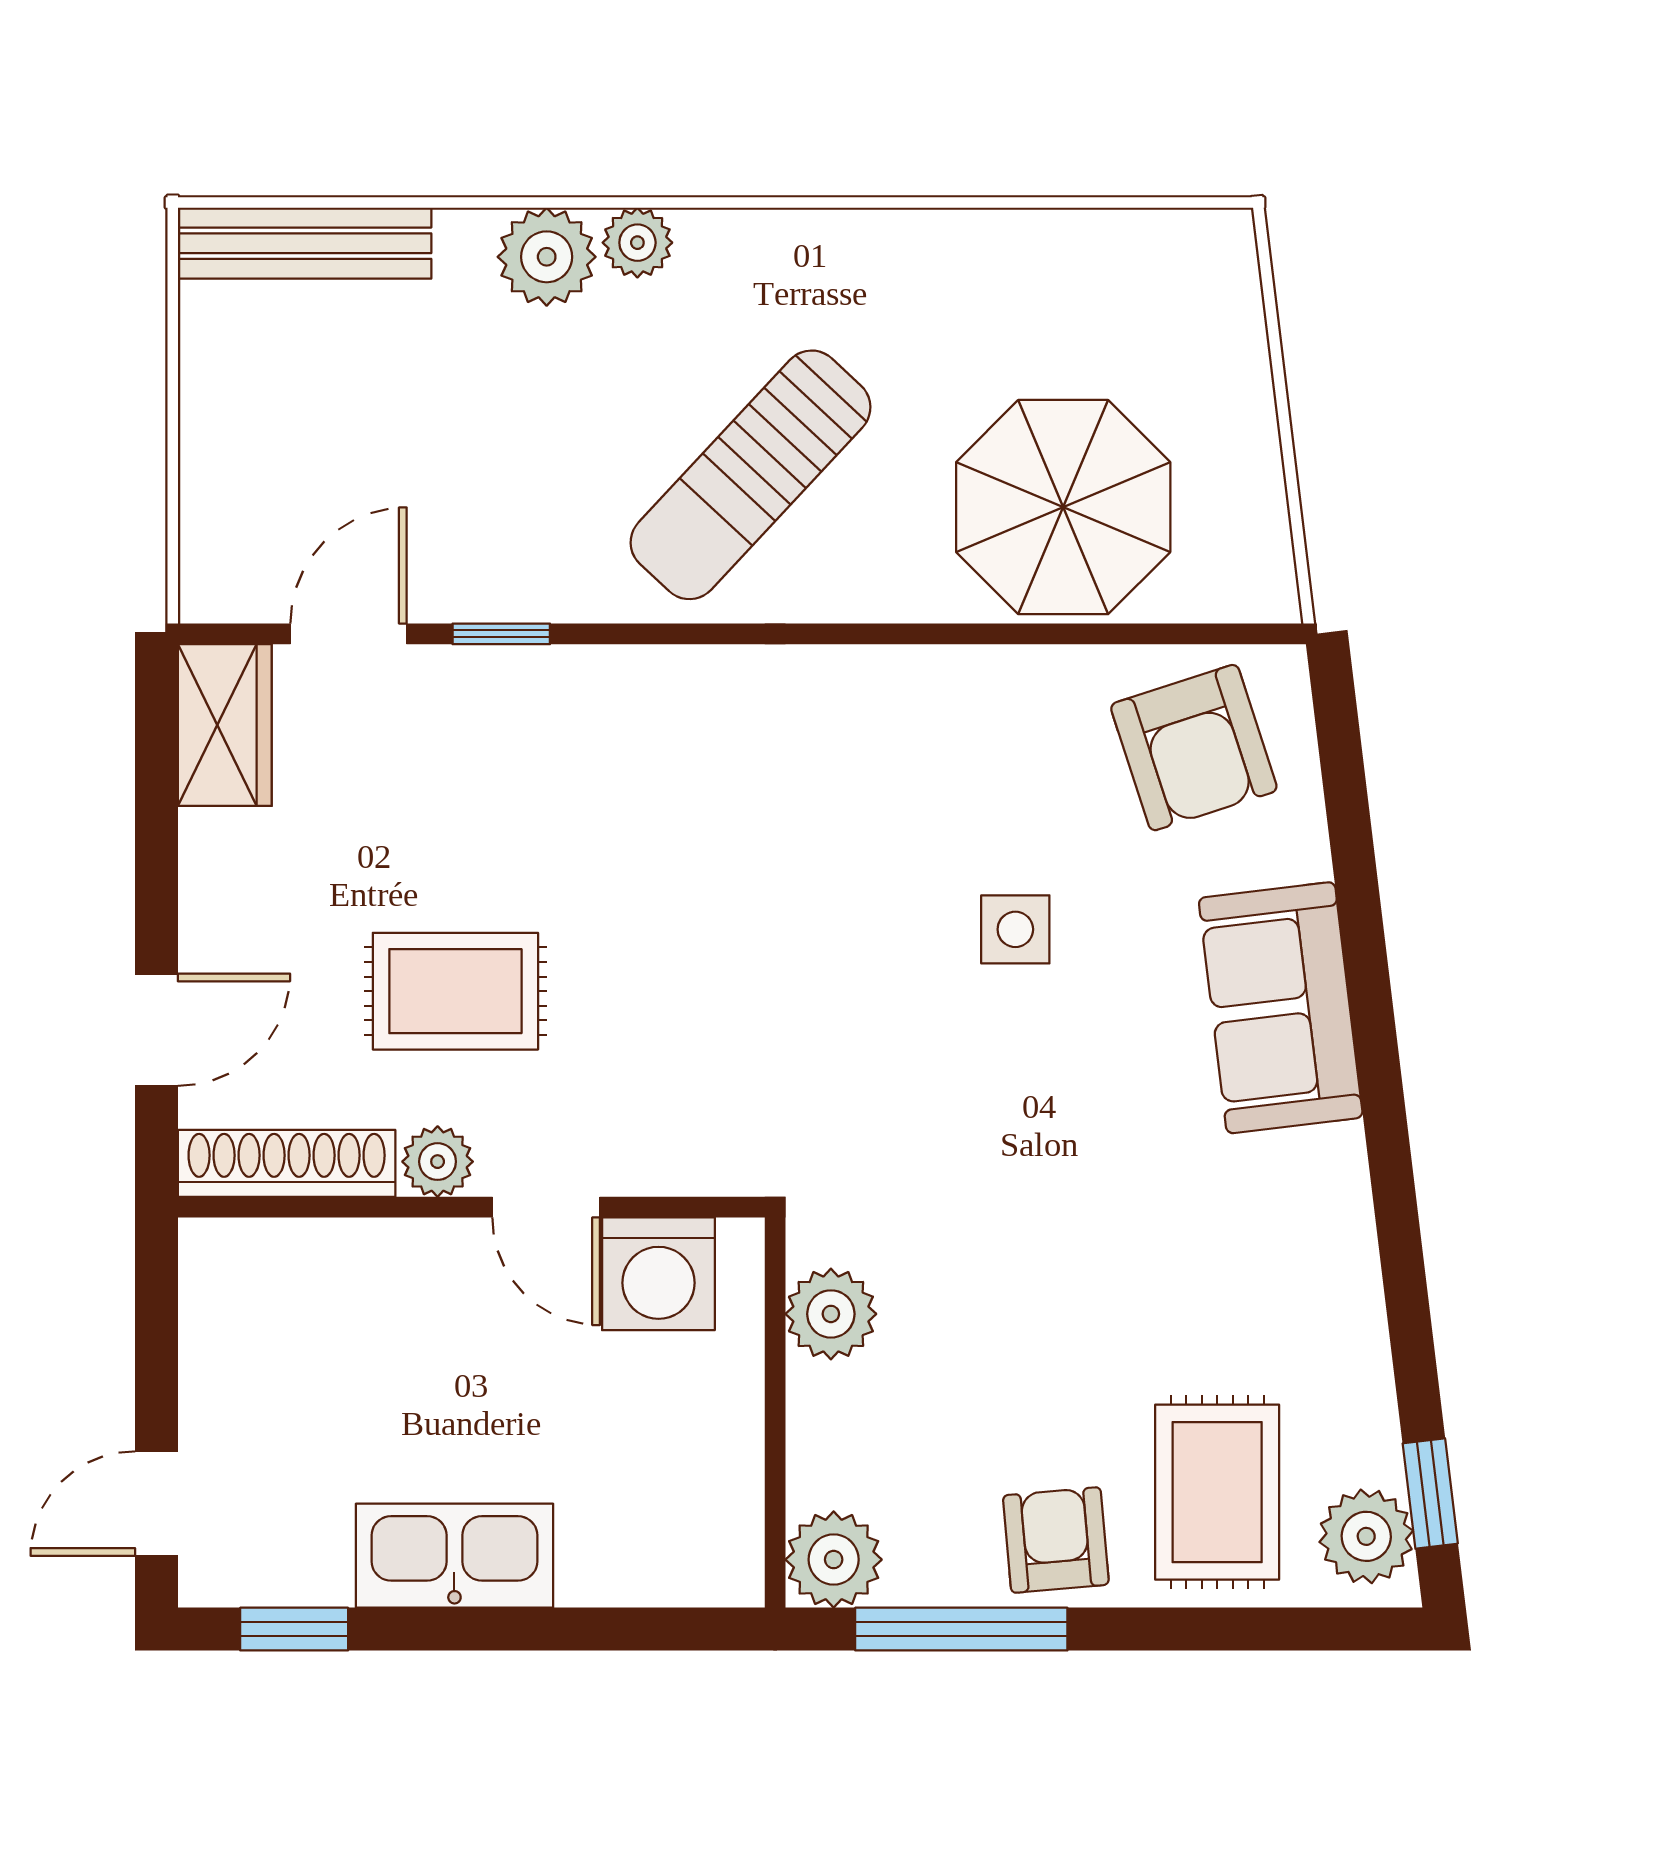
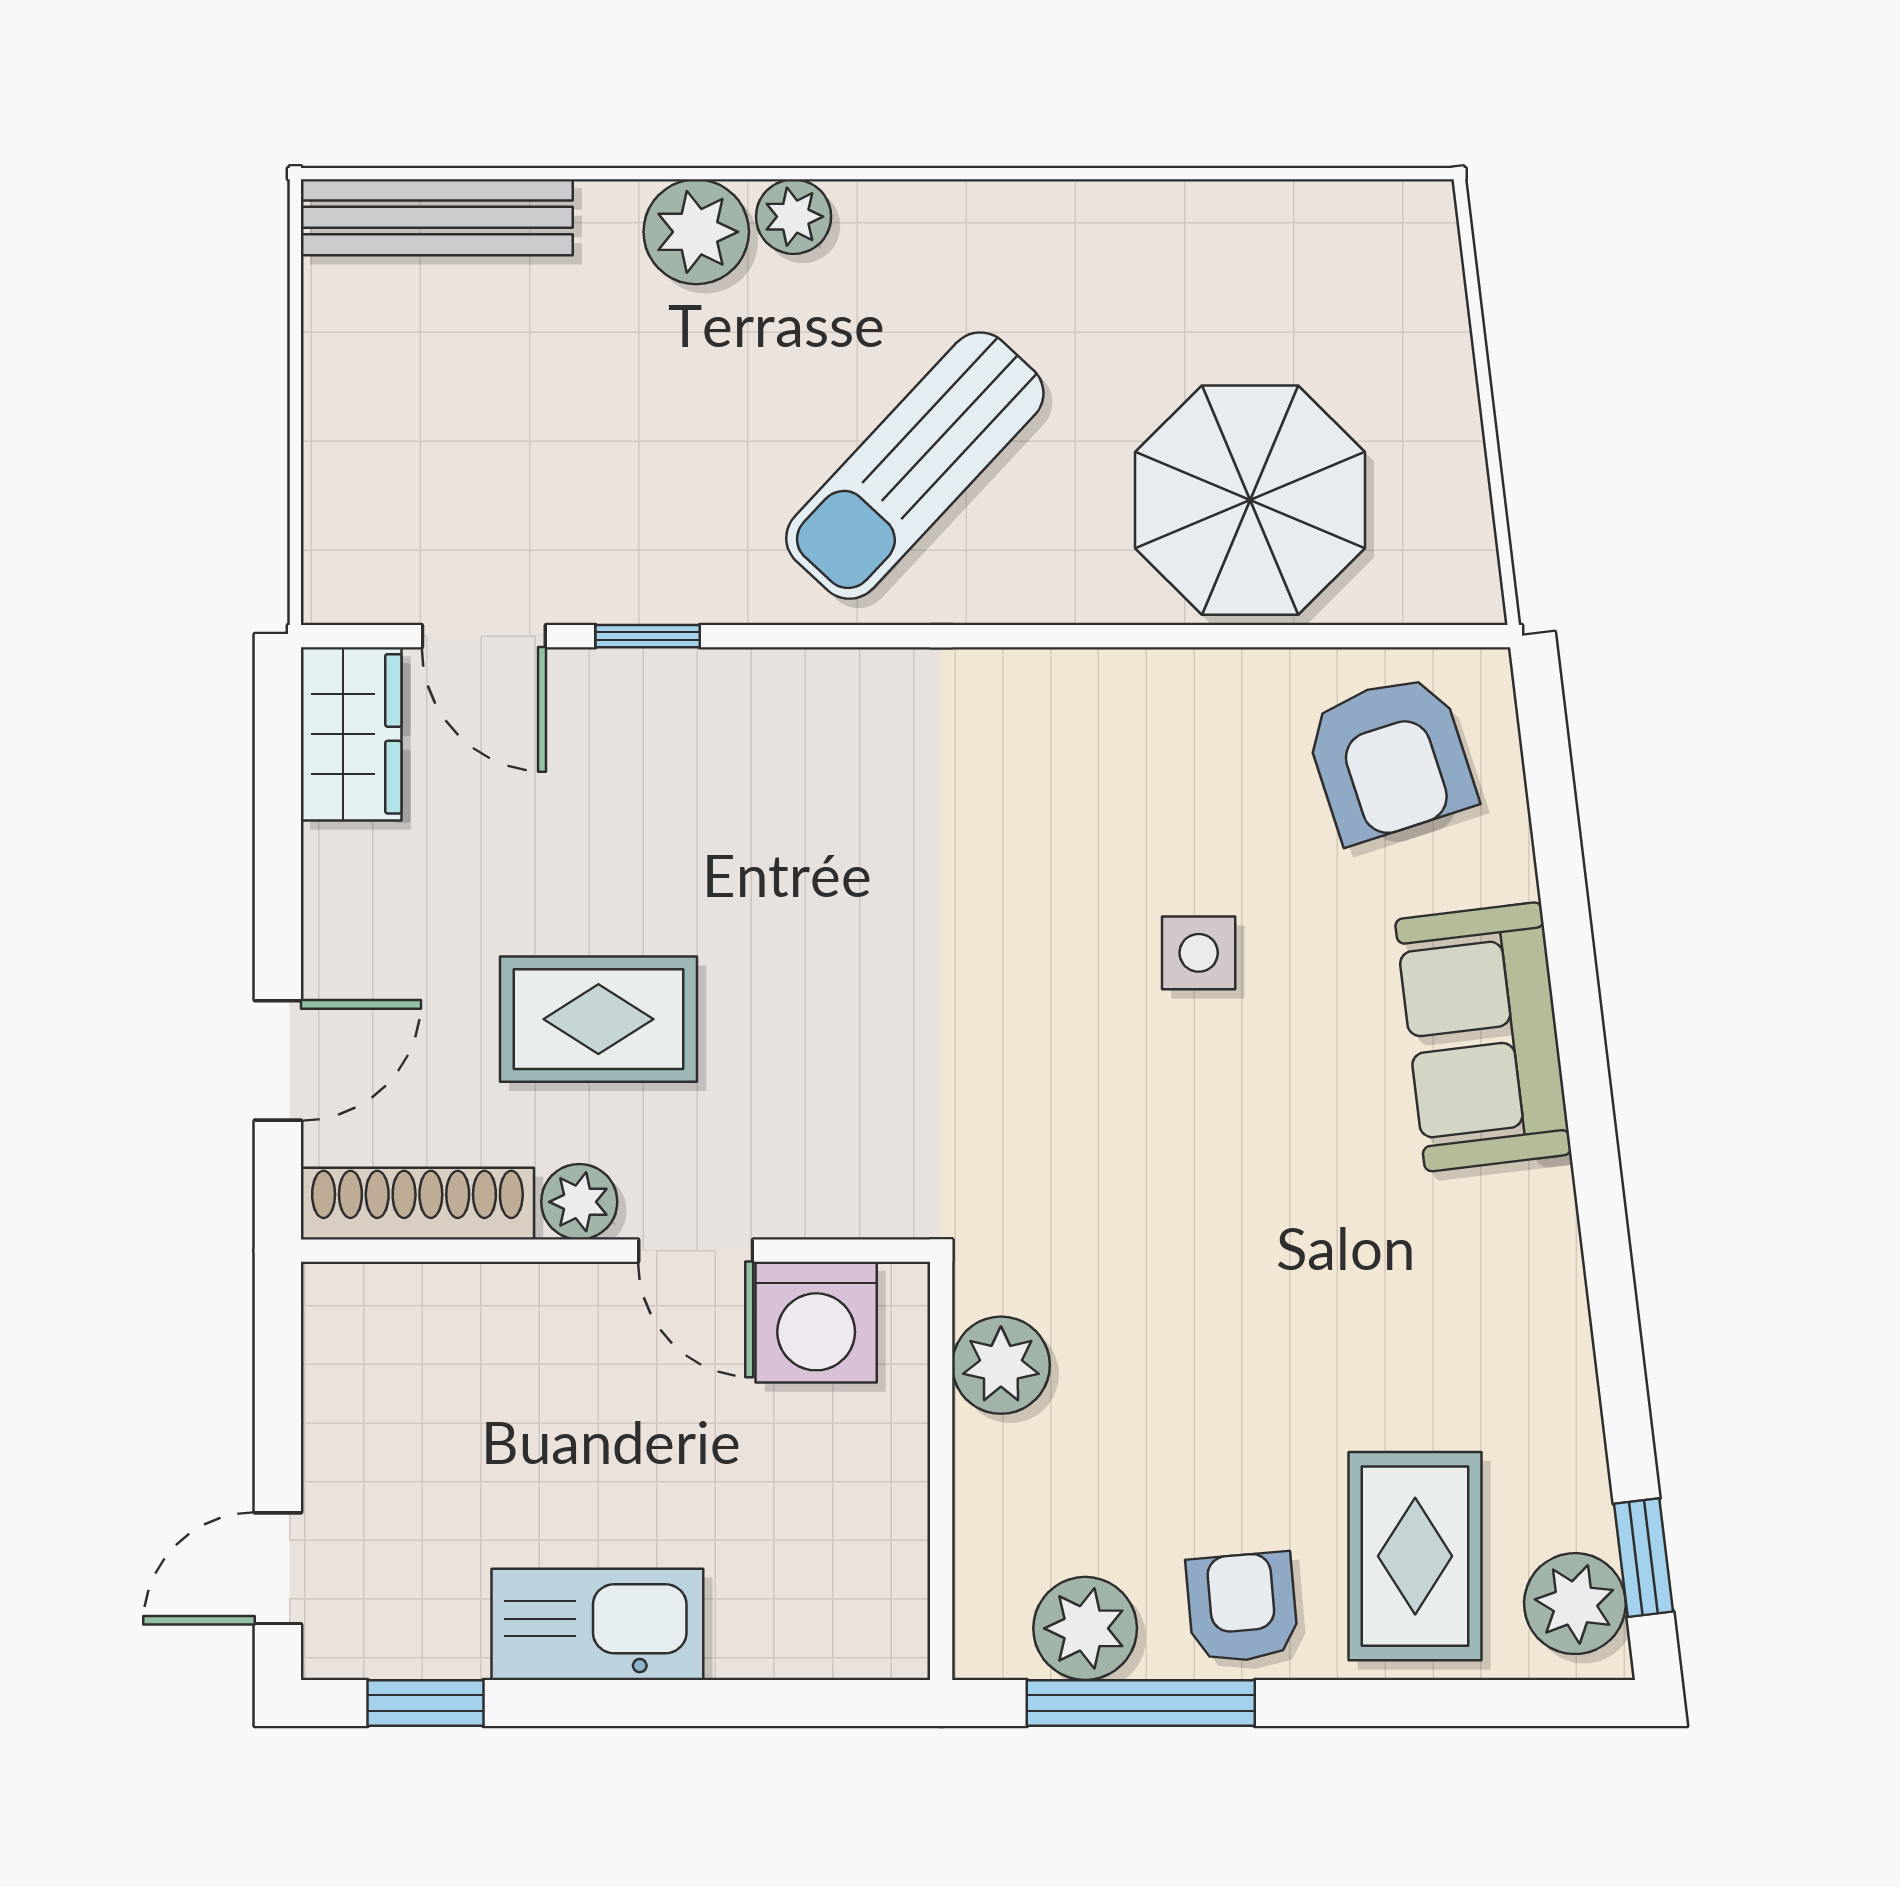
door: (349, 634) -> (484, 636), swing flipped
plant: (834, 1560) -> (1085, 1628), moved

